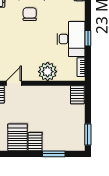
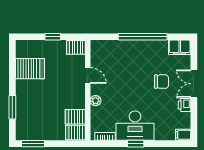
plant: (48, 72) -> (96, 101), width x0.53, depth x0.53
door: (14, 83) -> (88, 75), moved
server rack: (35, 142) -> (75, 117), moved, turned 180

